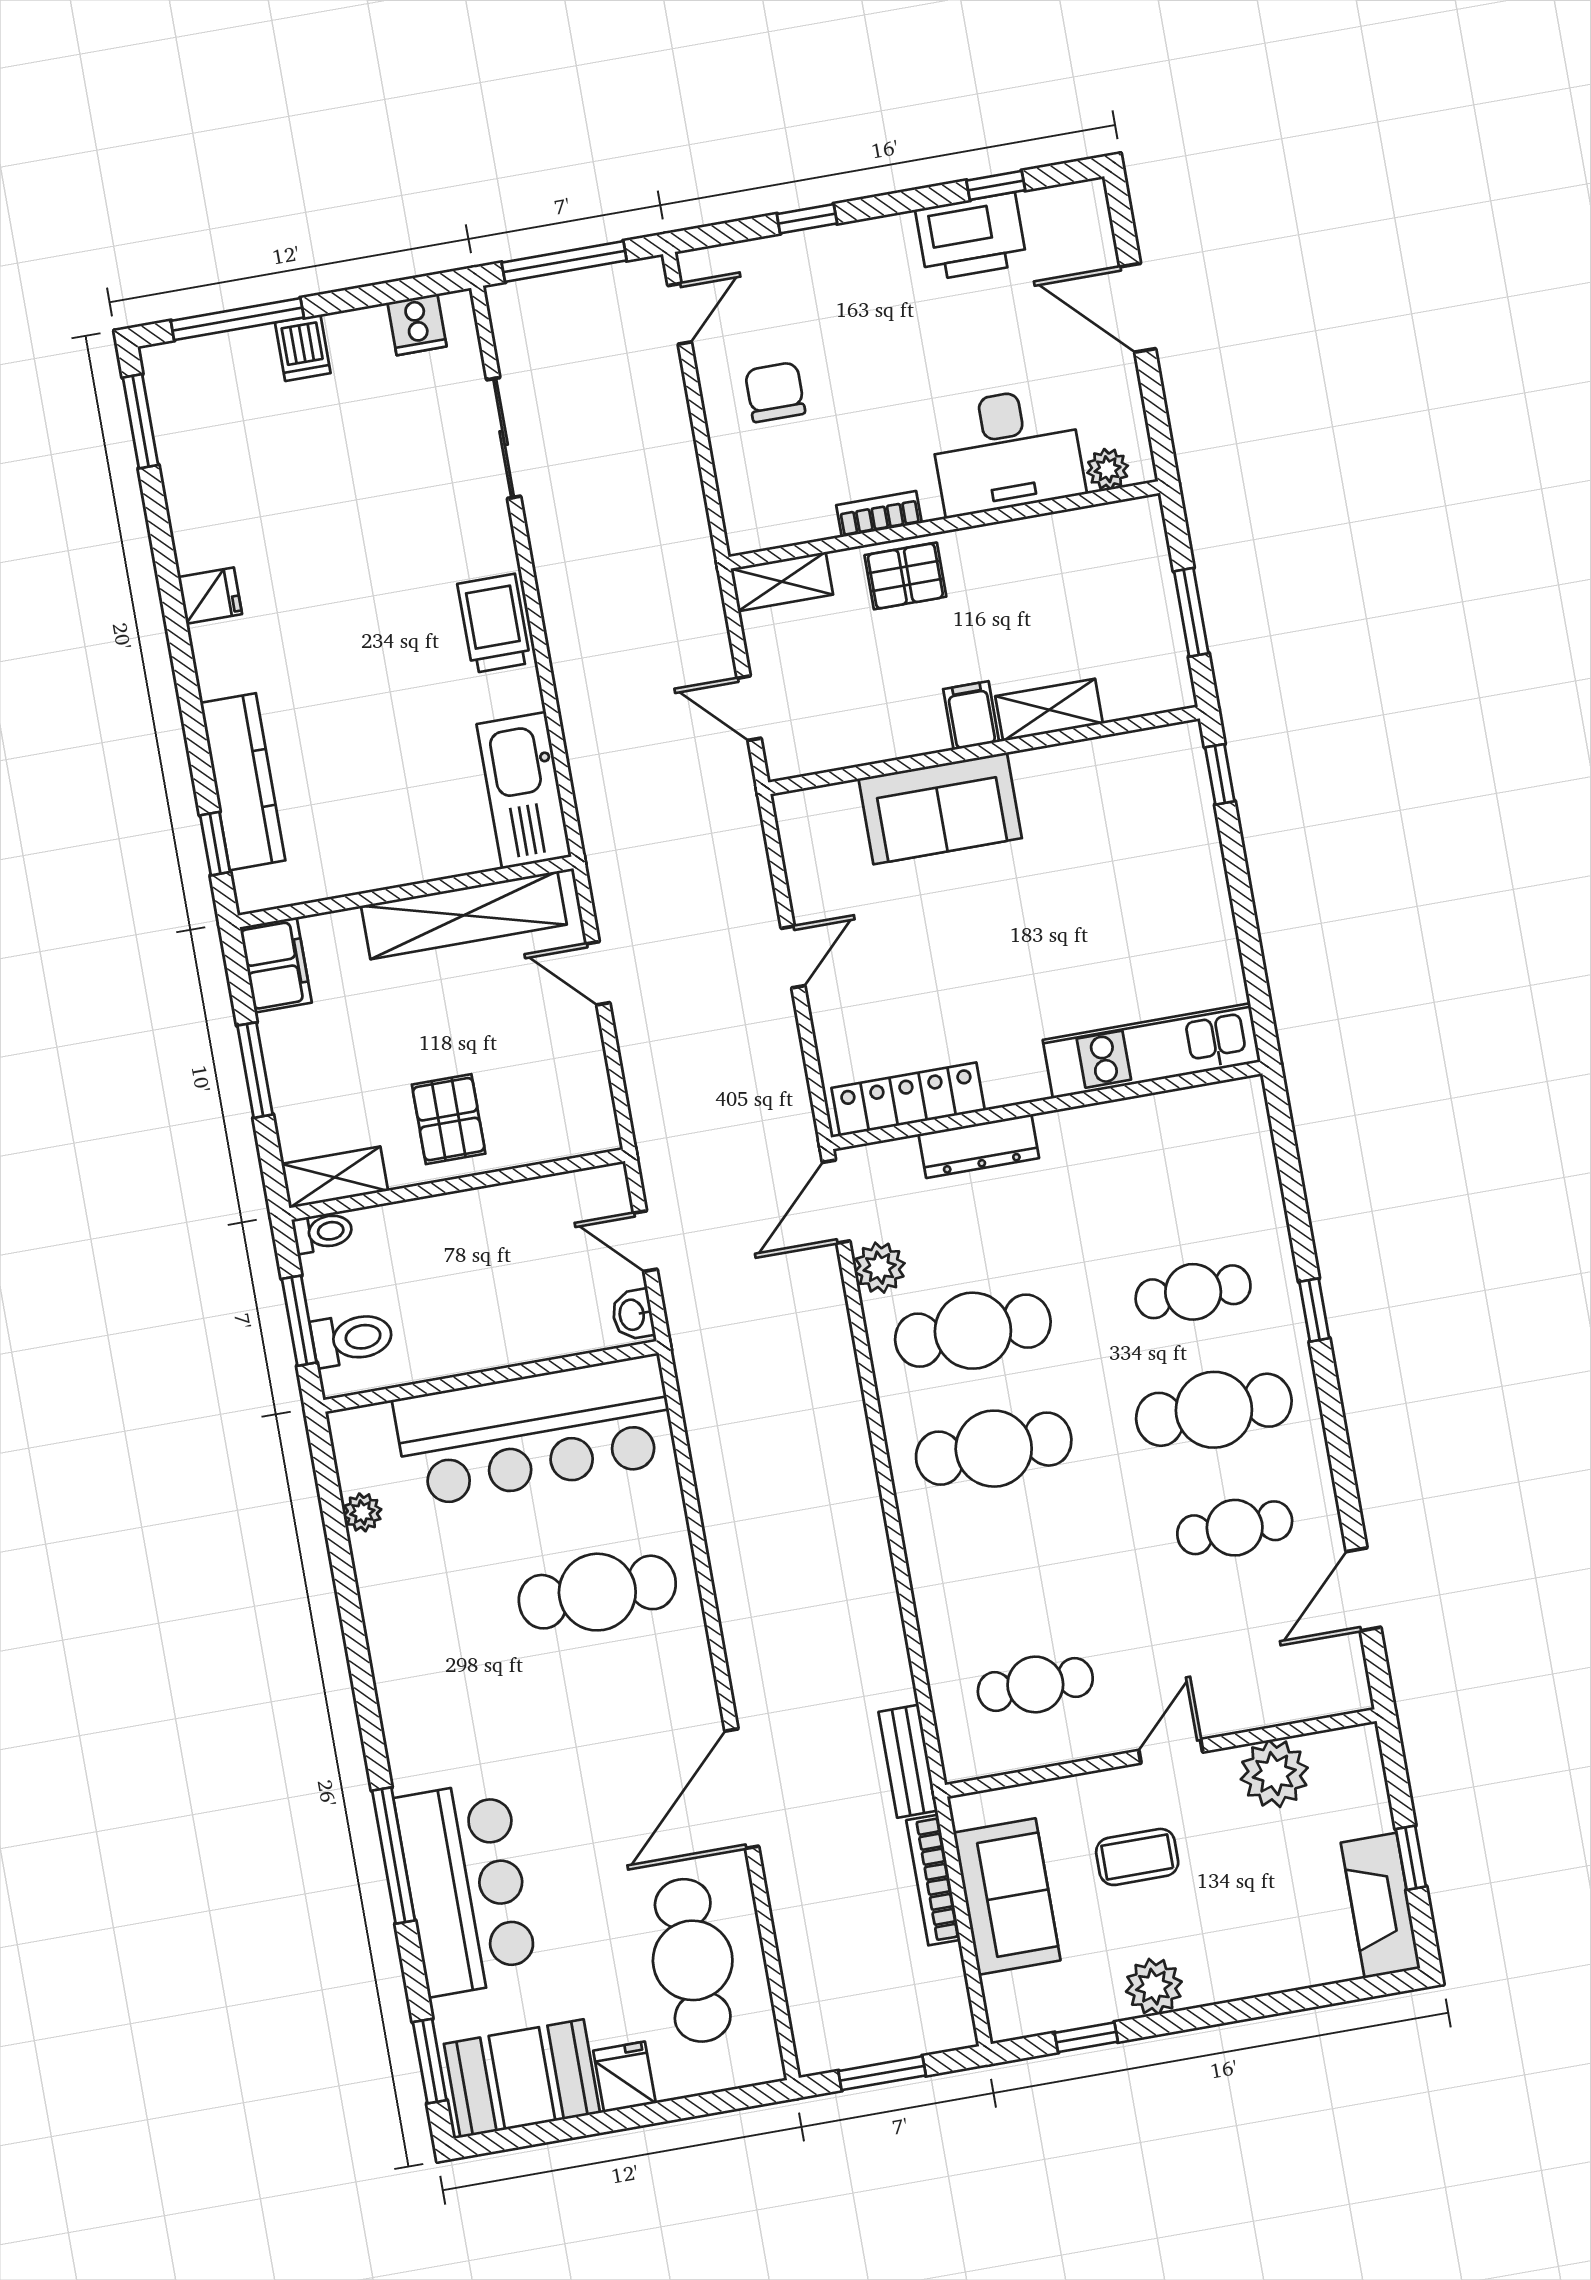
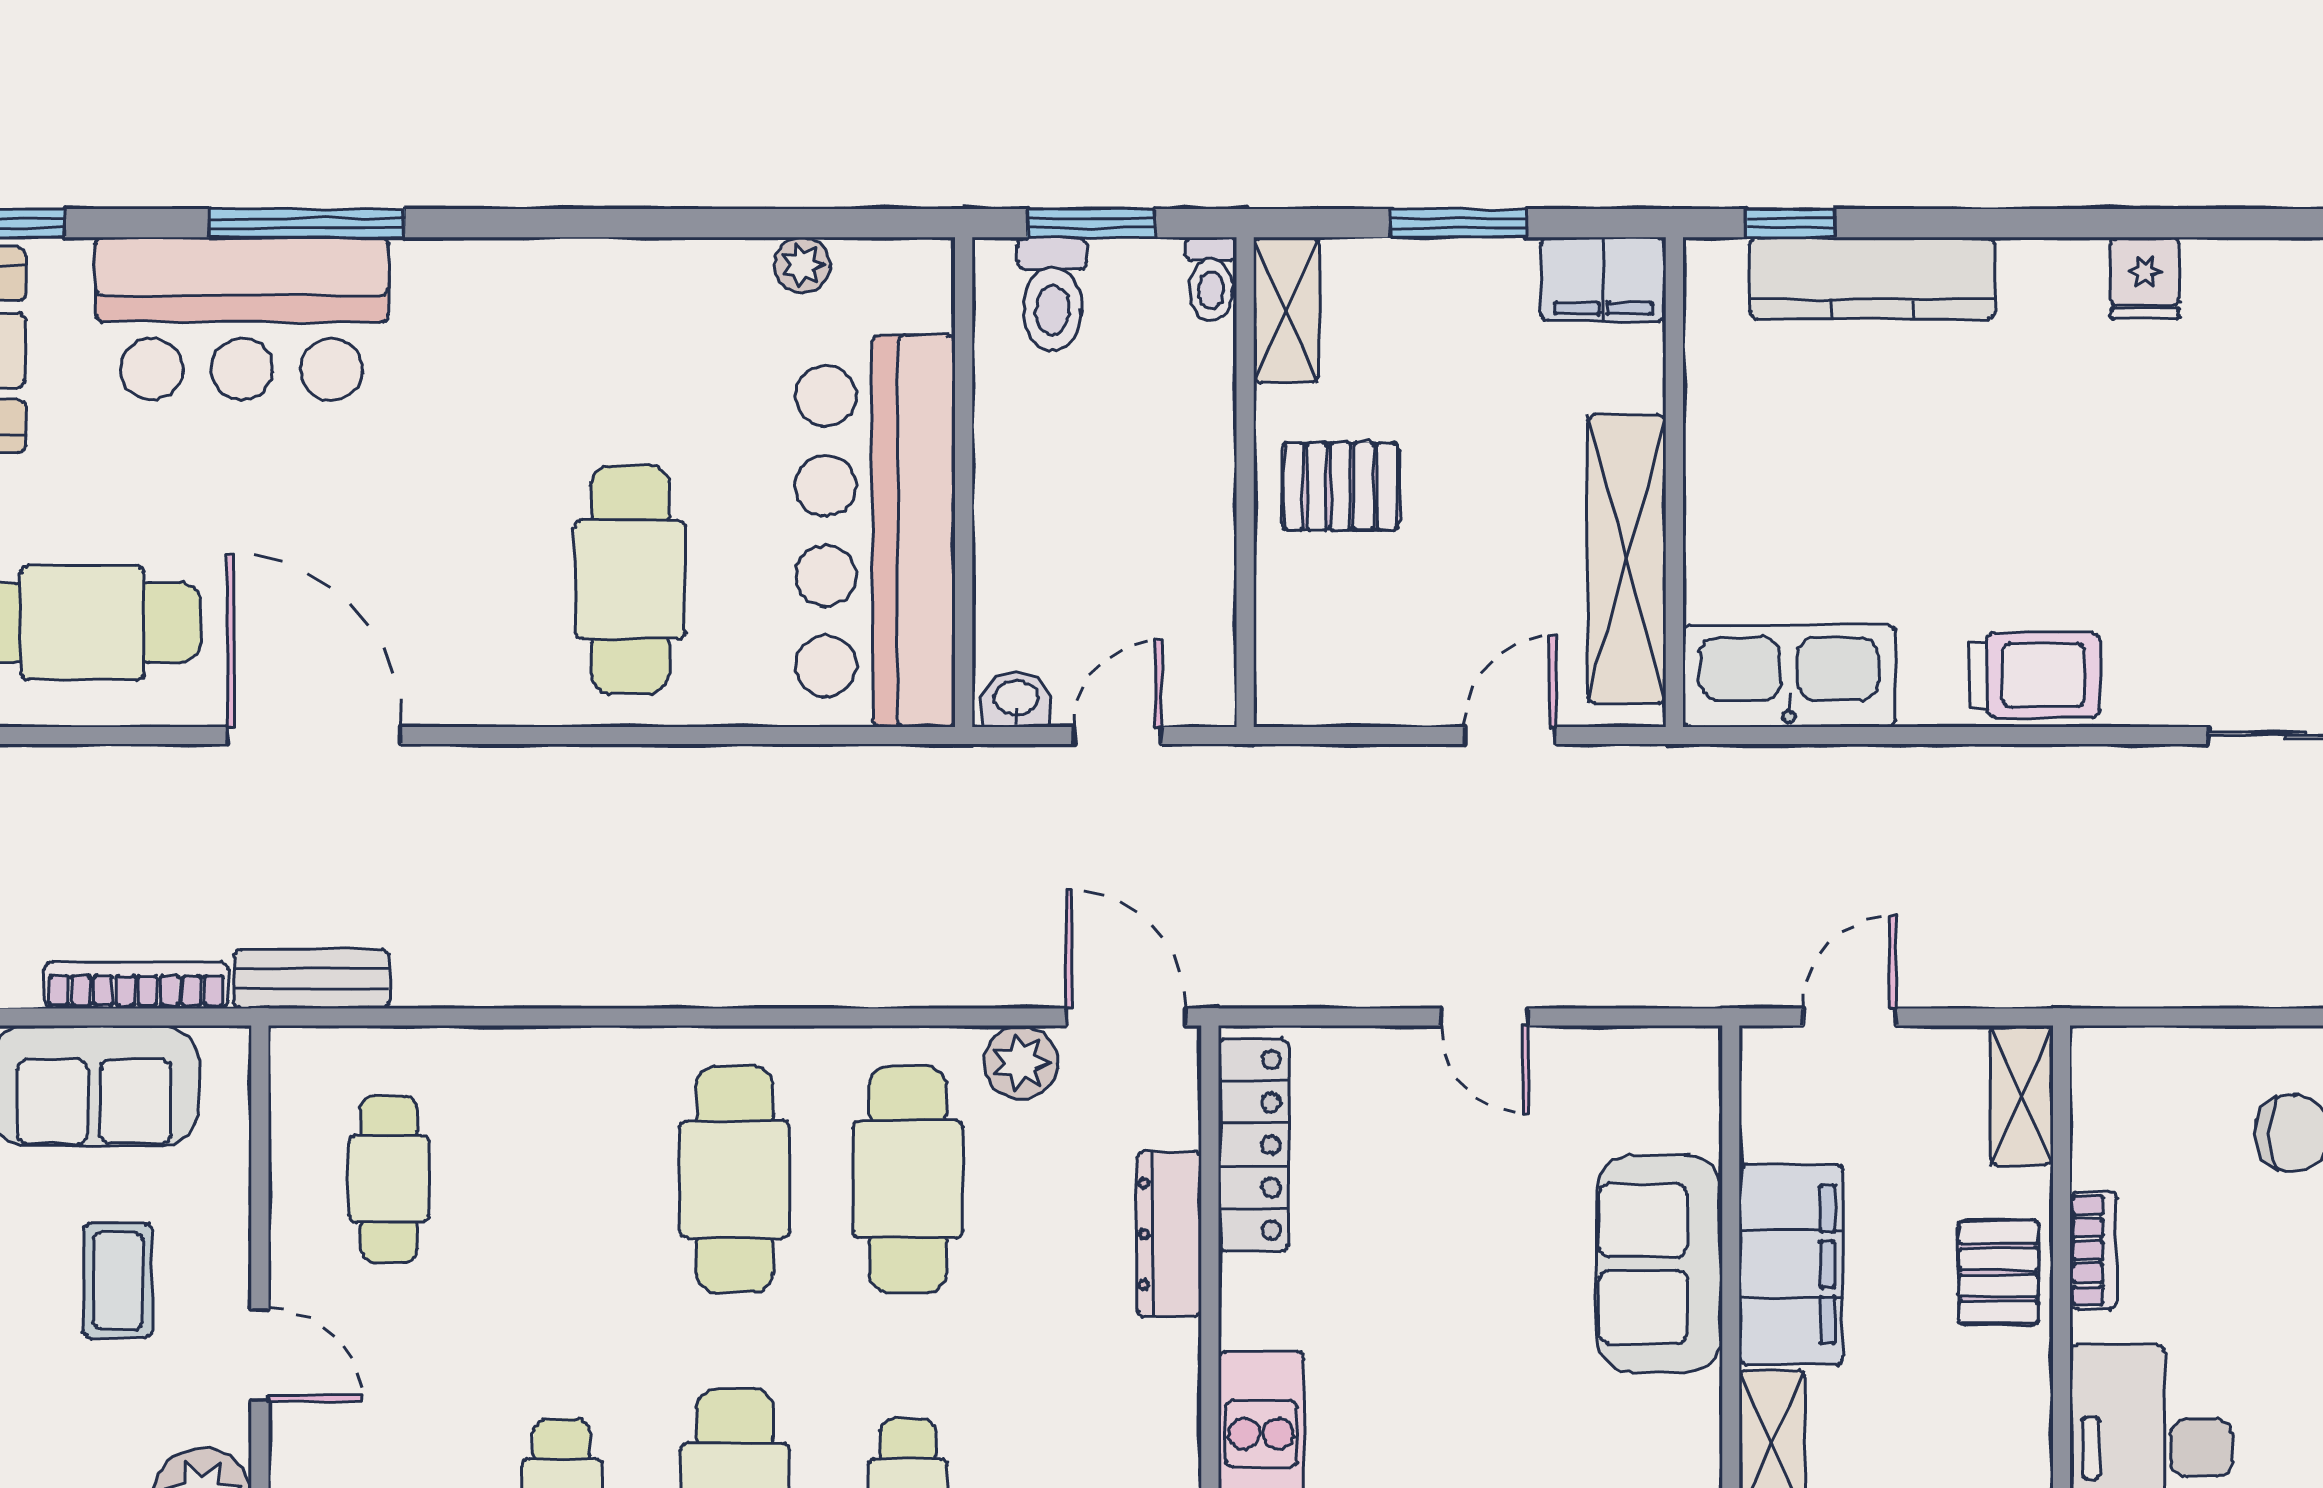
filing cabinet: (971, 715) -> (1791, 1264), width x3.00, depth x1.17

